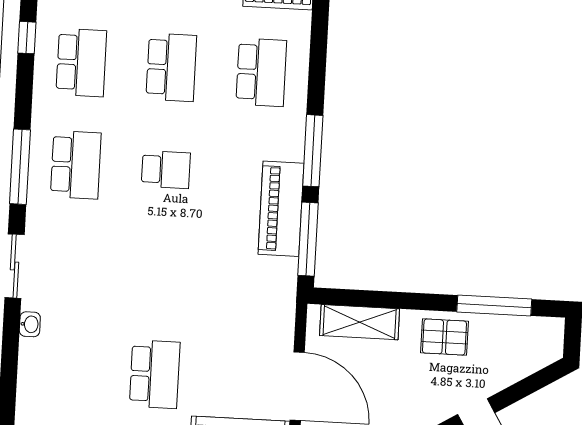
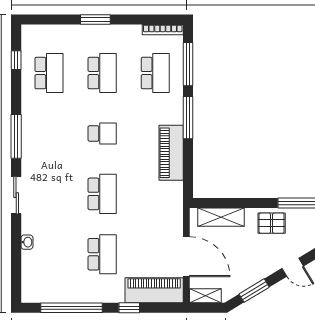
school desk: (76, 165) -> (102, 194), moved
window: (308, 239) -> (188, 64), moved
washbasin: (30, 324) -> (27, 242), moved

